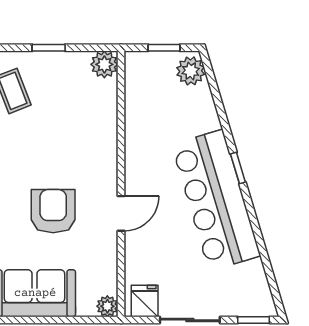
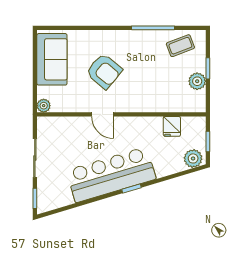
plant: (104, 64) -> (197, 81), moved
armchair: (53, 211) -> (104, 71), turned 40
fridge: (145, 301) -> (172, 126), moved, turned 90

